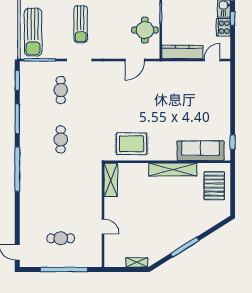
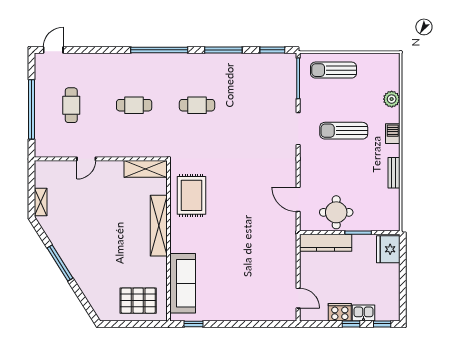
sun lounger: (33, 32) -> (333, 70), width x0.73, depth x0.75
kitchen counter: (182, 52) -> (326, 243), moved, turned 90
cafe table: (61, 90) -> (134, 105), moved
shelving: (173, 170) -> (159, 226), moved

